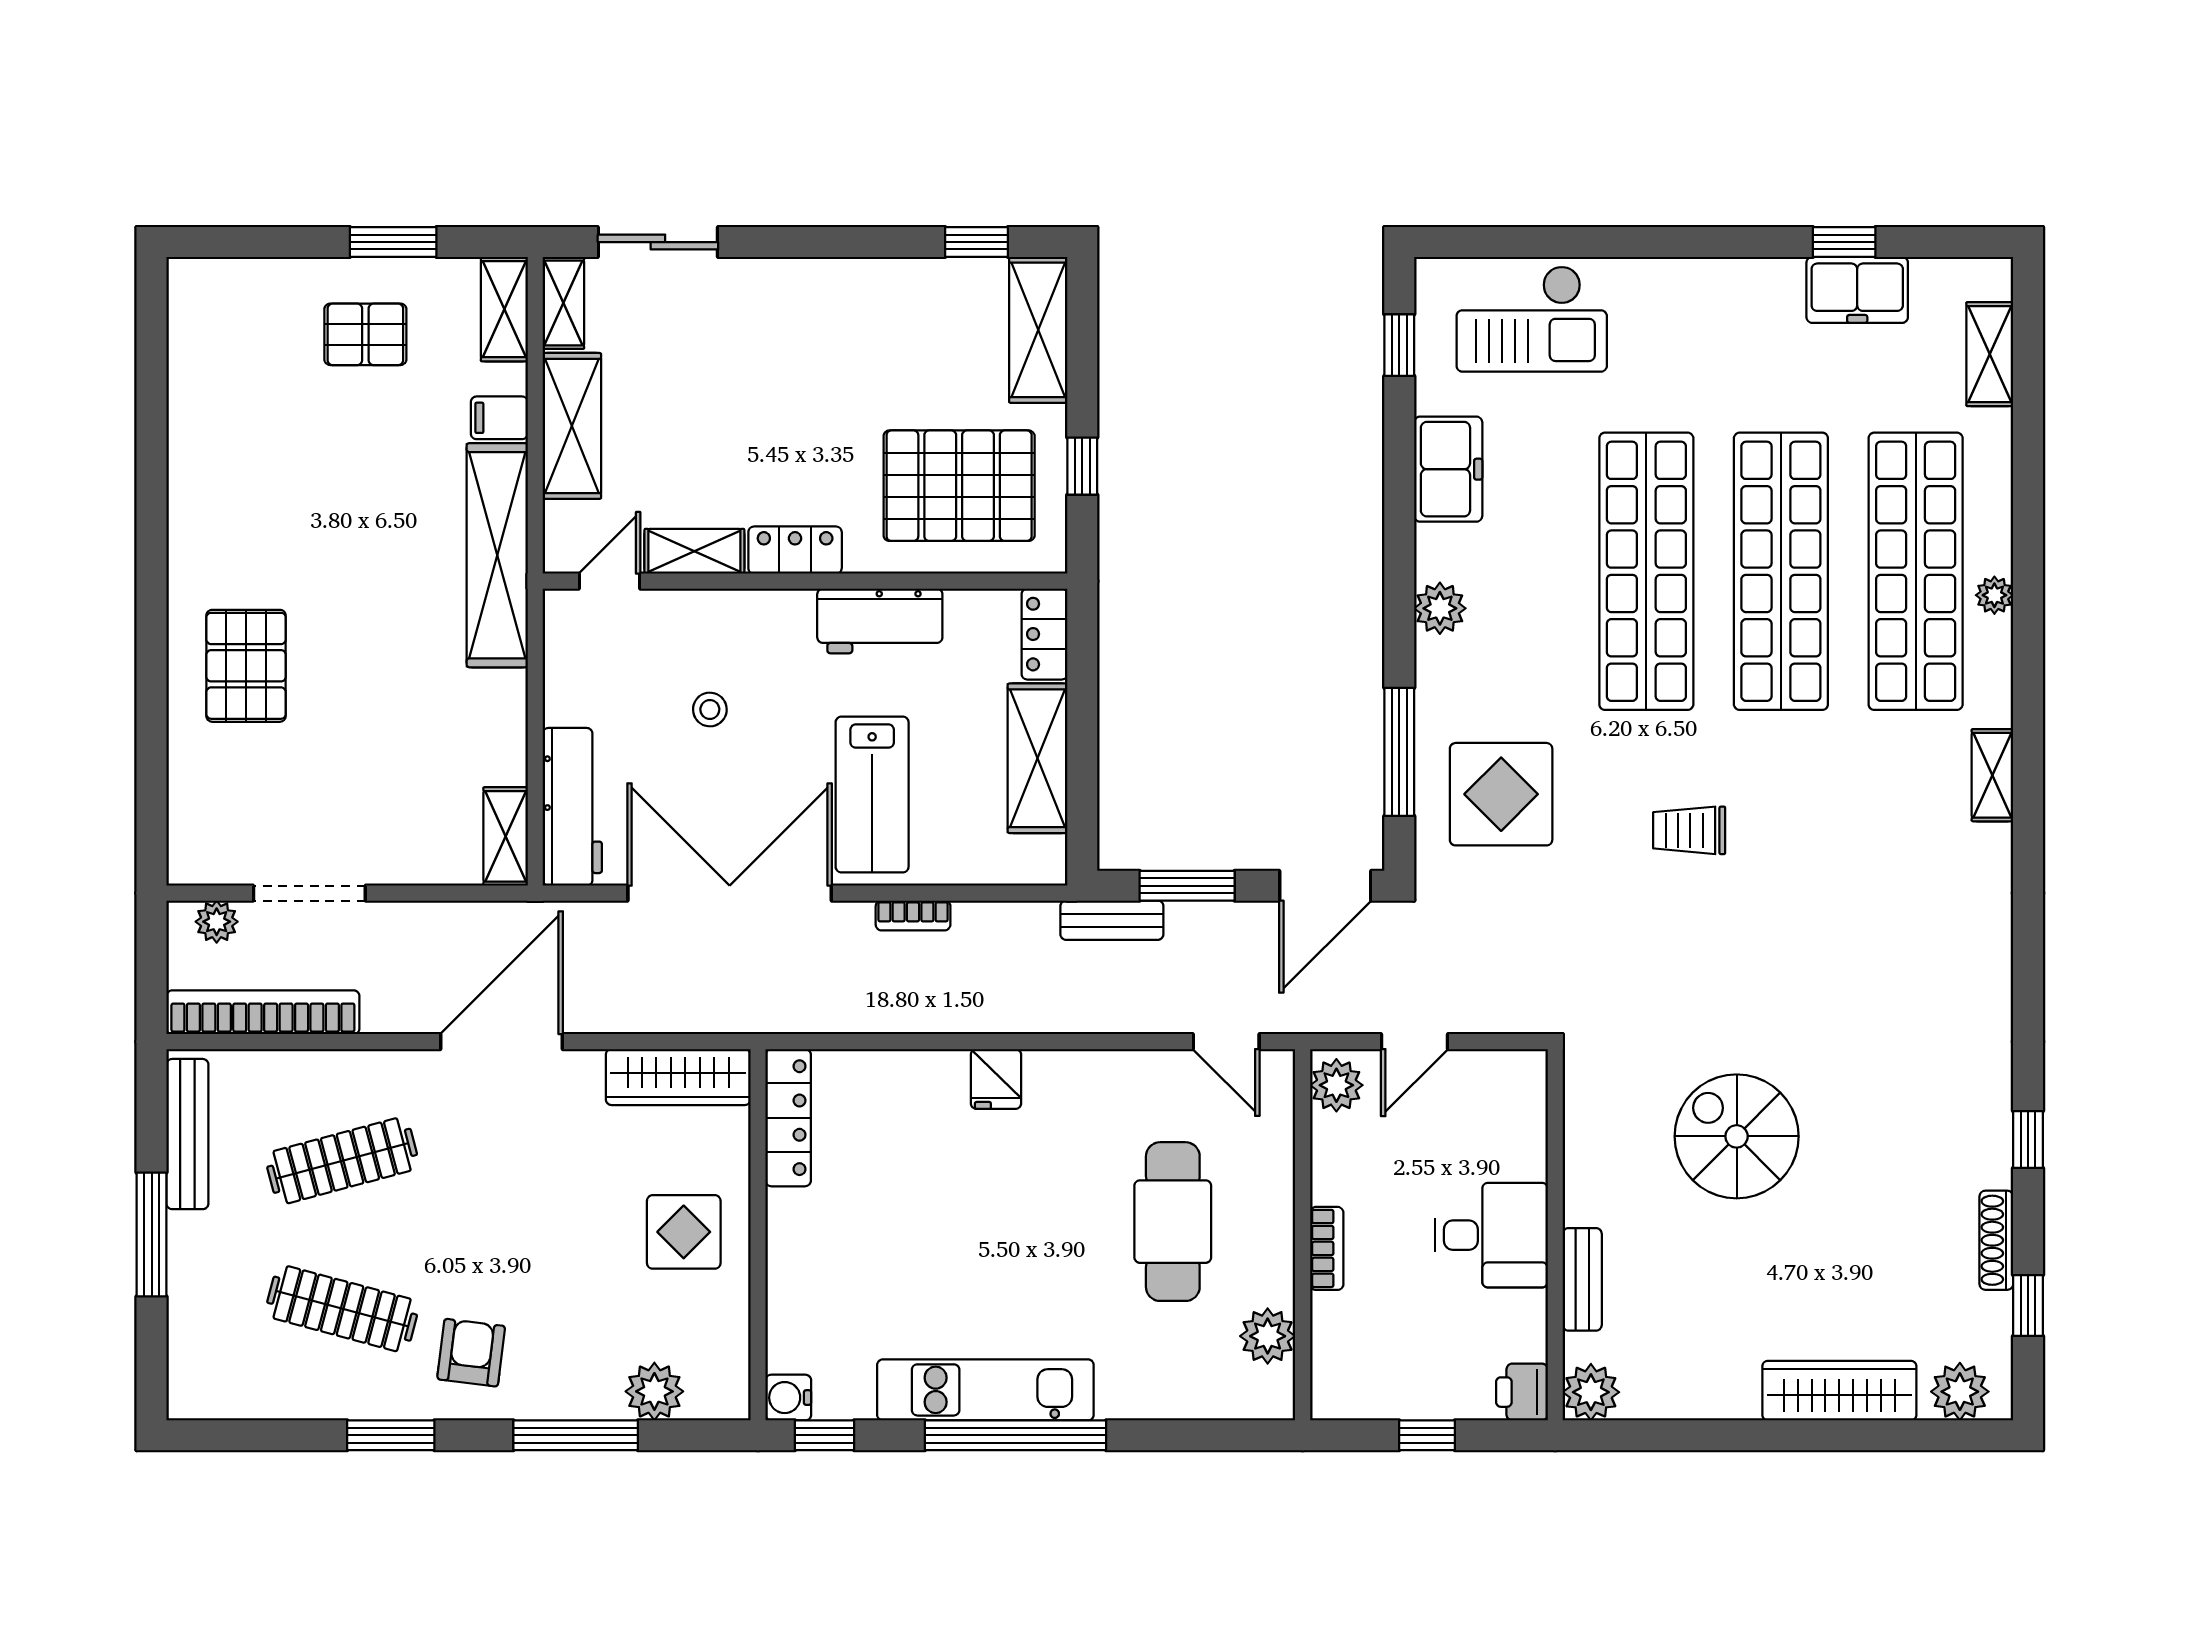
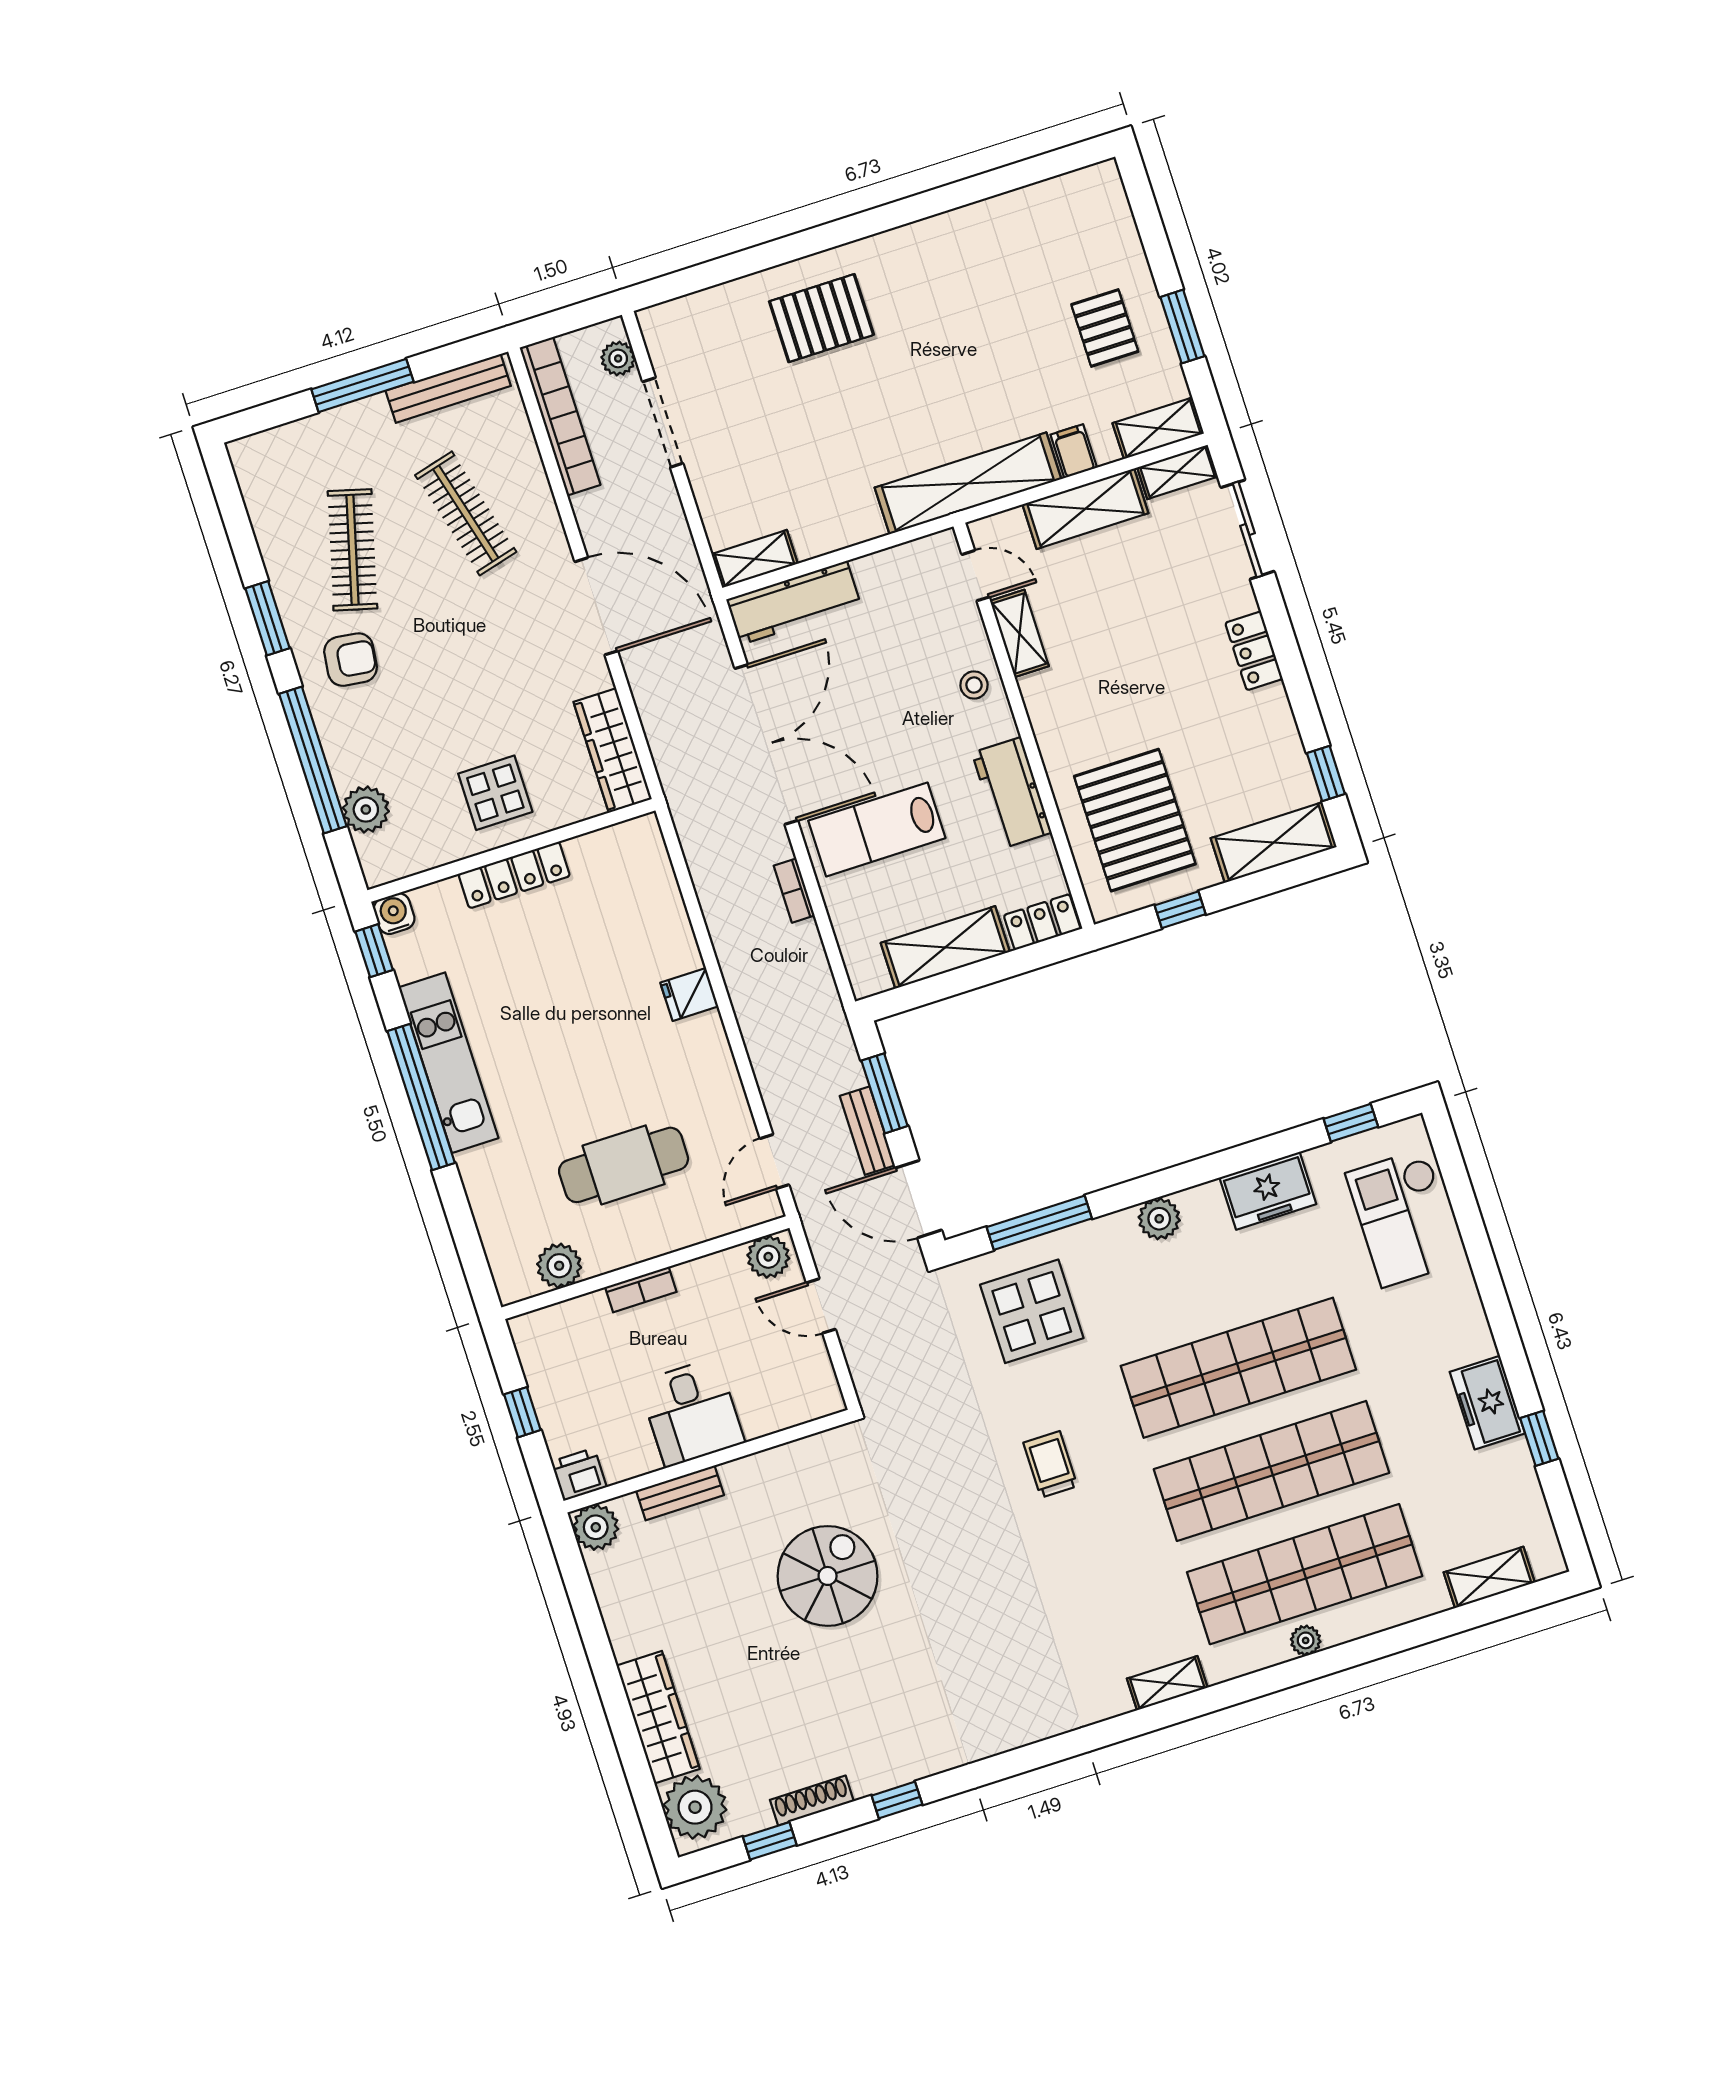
freezer: (1857, 290) -> (1487, 1403), moved
locker: (795, 550) -> (1254, 651), moved, turned 180
stool: (710, 709) -> (974, 685), moved
bench: (1112, 920) -> (867, 1131), moved
locker: (788, 1118) -> (514, 875), moved
plant: (1960, 1392) -> (695, 1807), width x1.36, depth x1.36
window: (576, 1435) -> (313, 760), width x1.46

